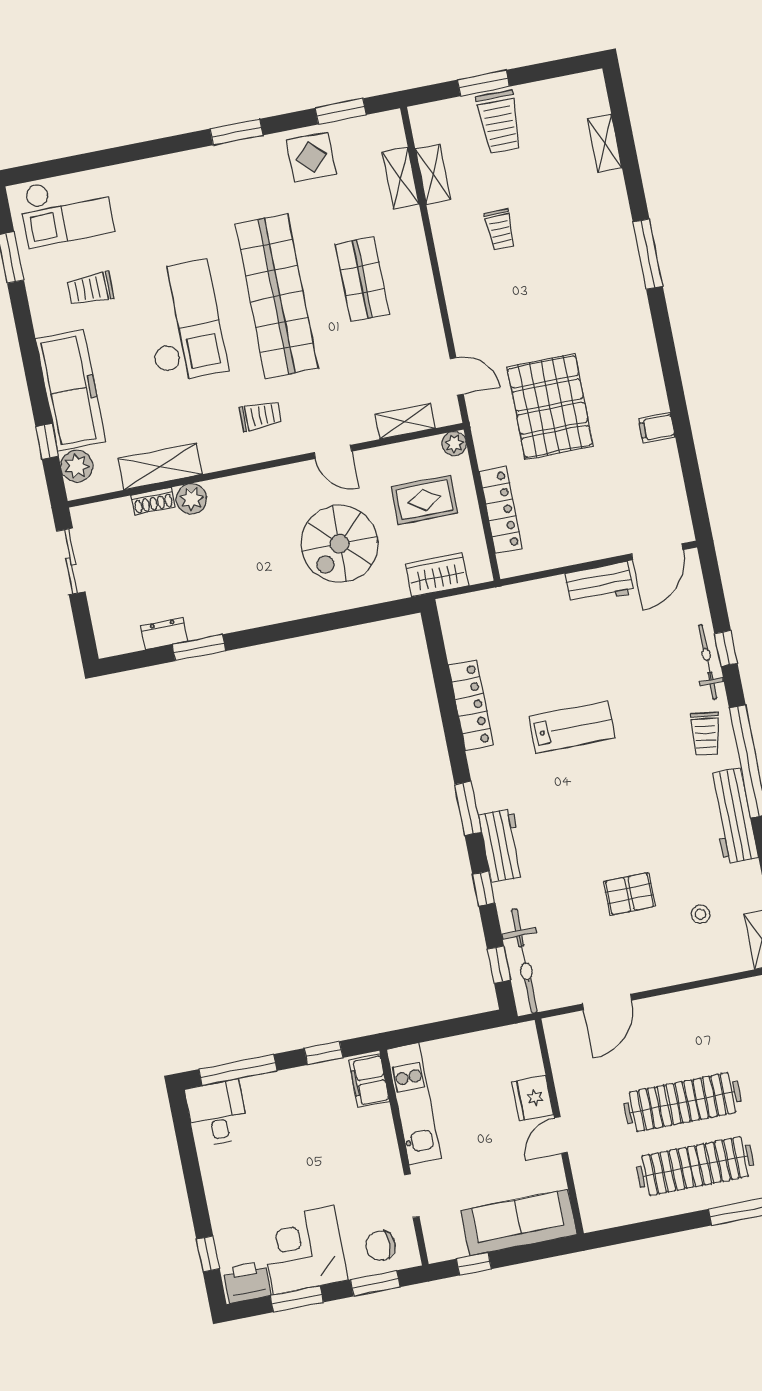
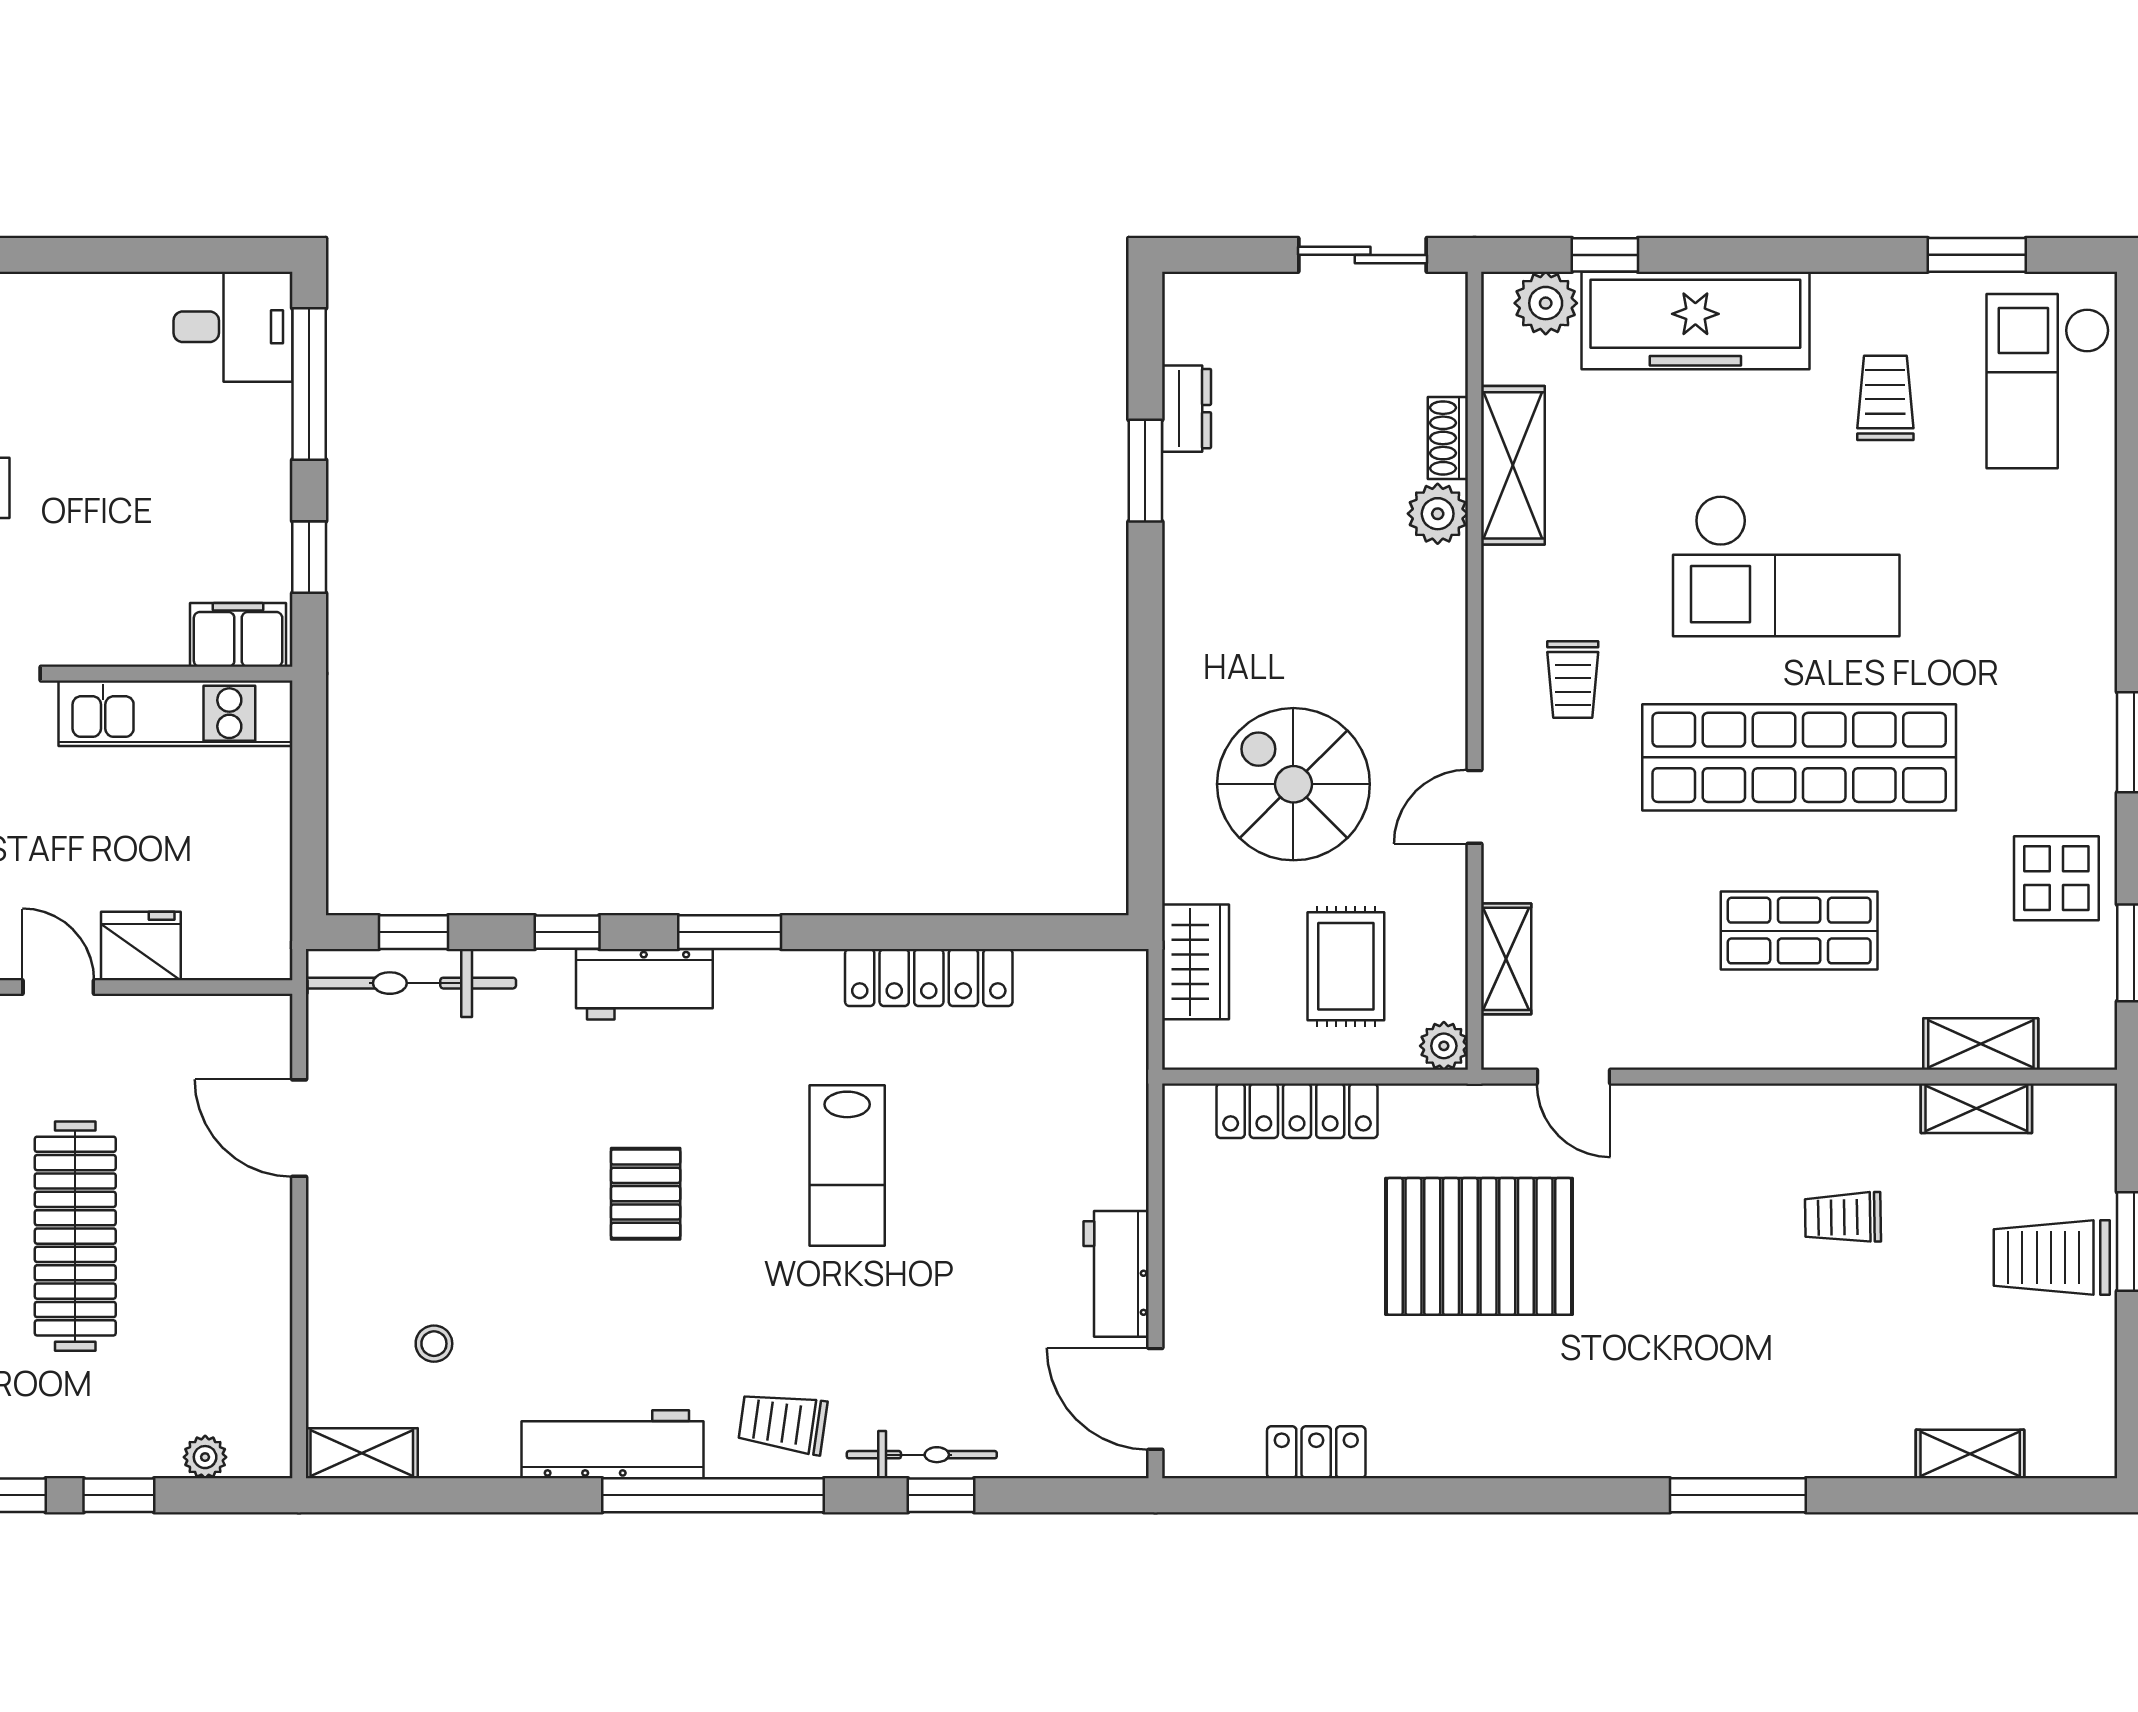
door: (457, 376) -> (1574, 1077), hinge flipped
filing cabinet: (657, 428) -> (1397, 1446), removed
locker: (668, 467) -> (1316, 1452), added
pallet: (629, 894) -> (646, 1194), moved

